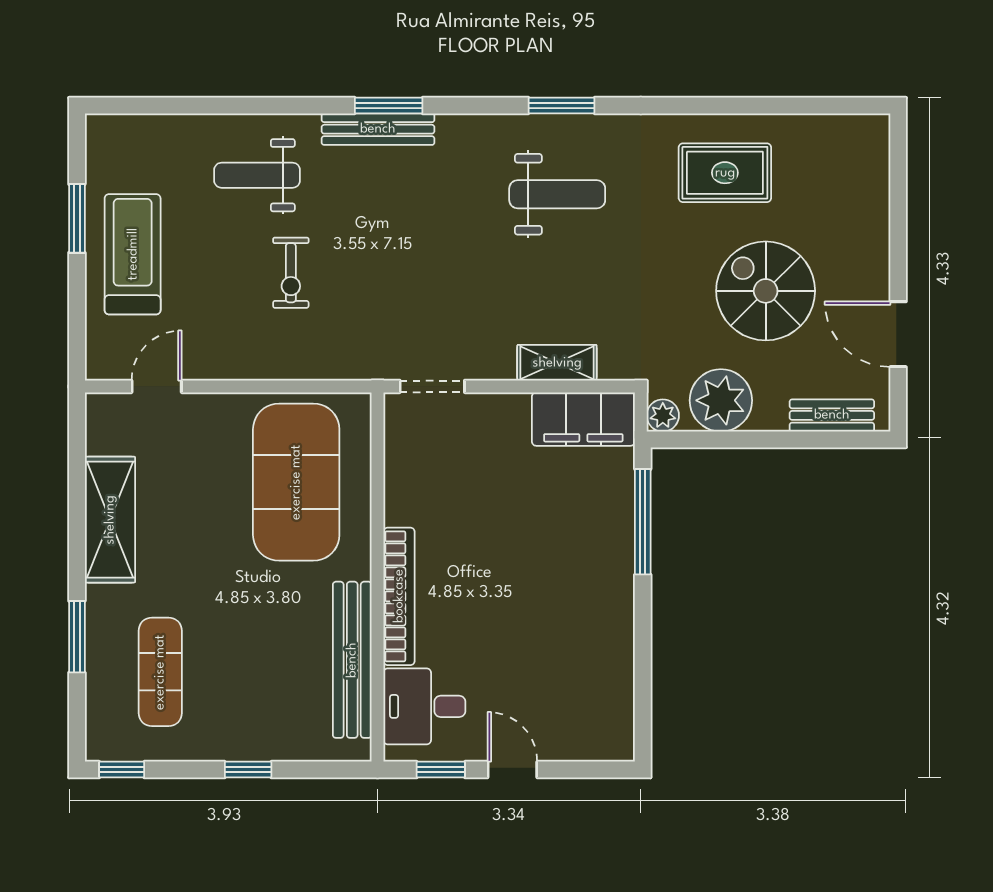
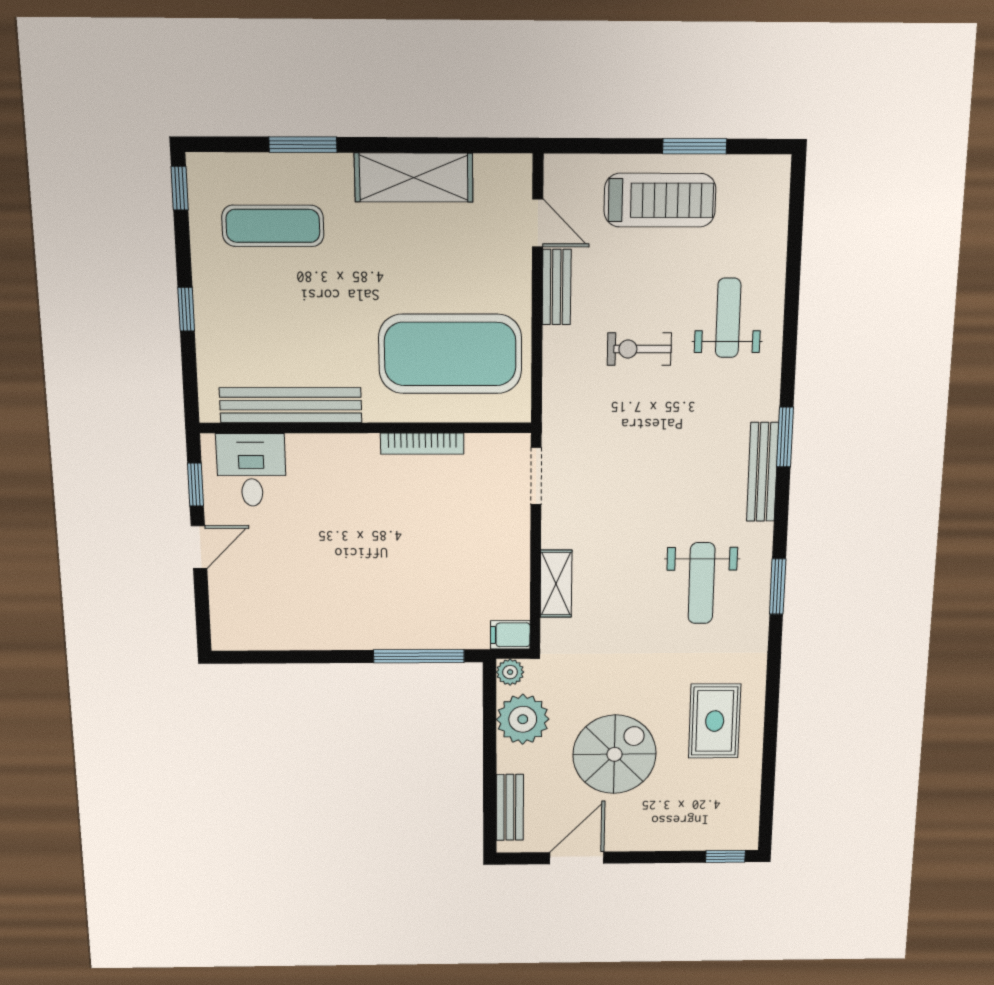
bench: (378, 129) -> (763, 472), moved
window: (898, 153) -> (726, 856), added
bench: (224, 365) -> (557, 287), added
filing cabinet: (583, 419) -> (510, 635), width x0.33, depth x0.86
bookcase: (399, 596) -> (422, 444), moved, width x0.68, depth x0.76

